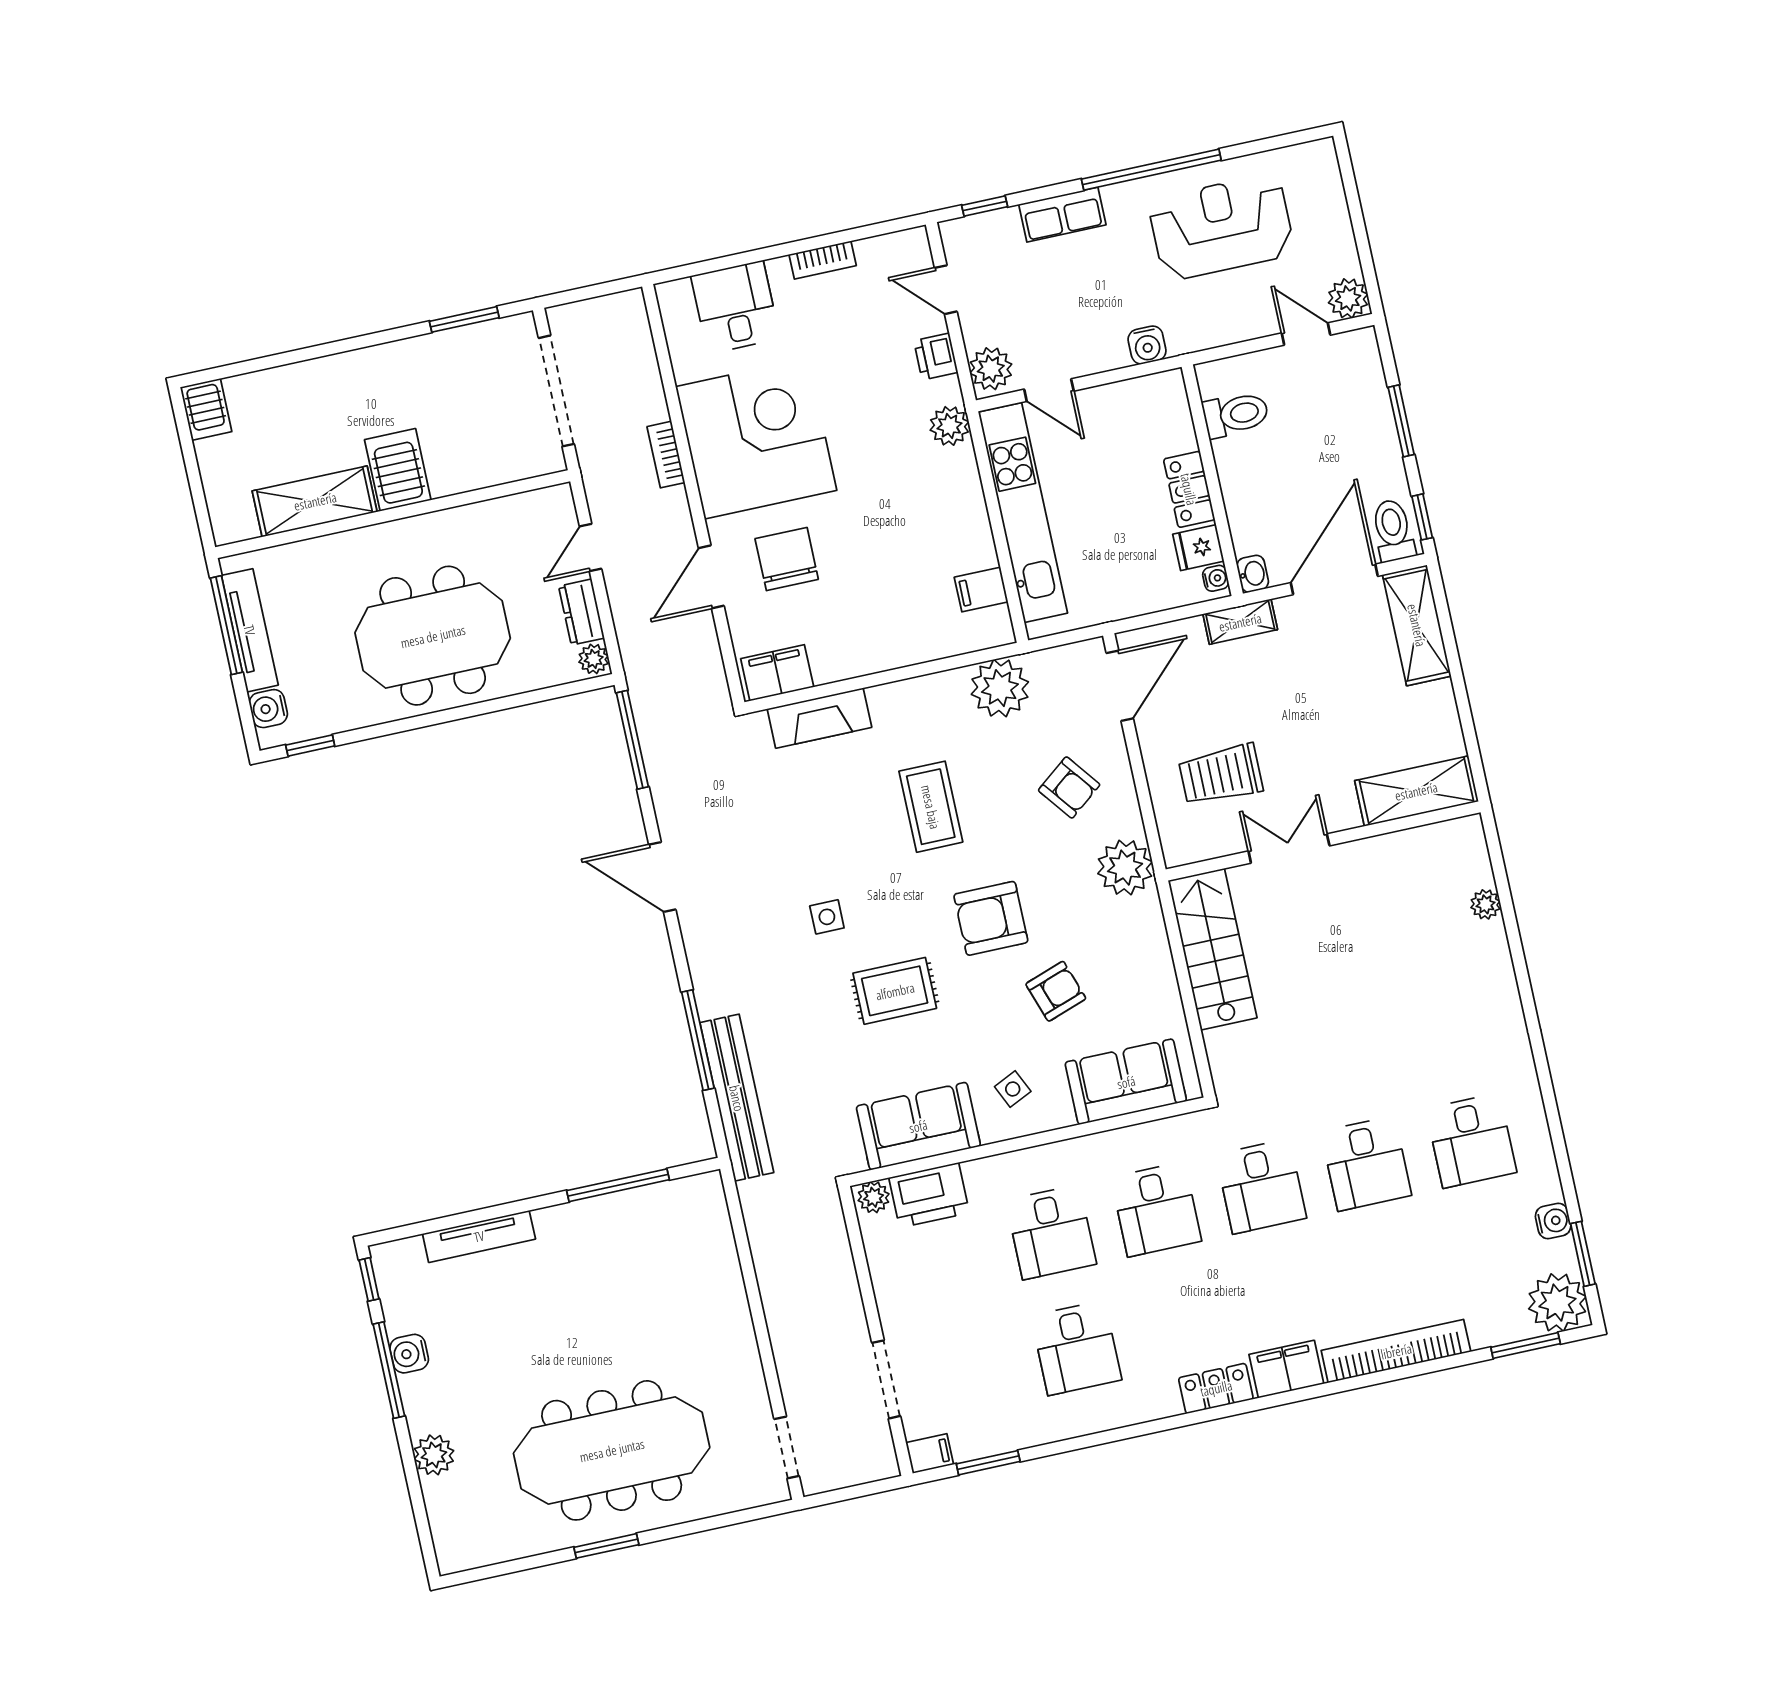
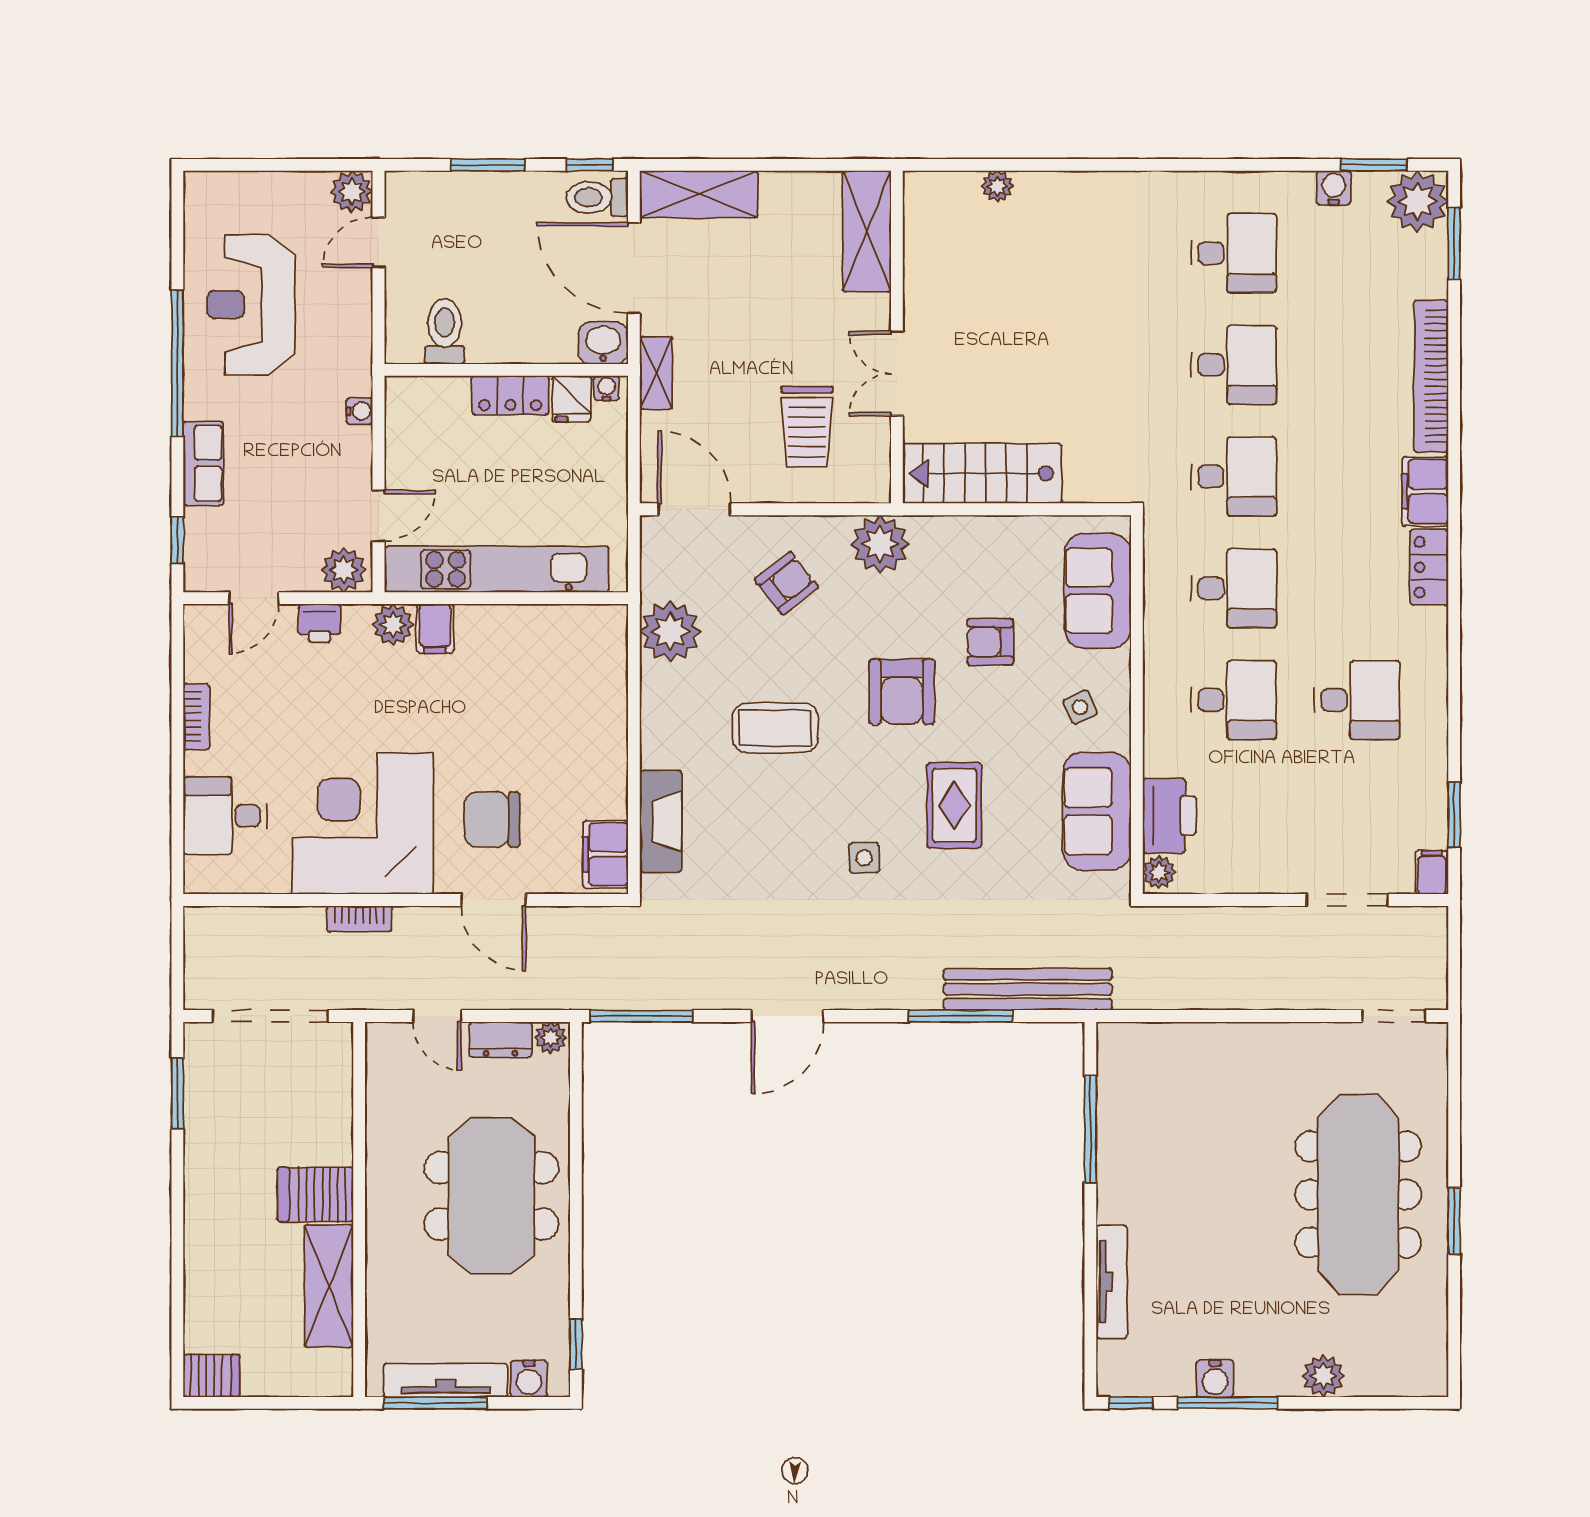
water cooler: (1147, 345) -> (359, 411), width x0.72, depth x0.72
washbasin: (1253, 574) -> (603, 343), width x1.38, depth x1.45
filing cabinet: (981, 590) -> (435, 629), moved
armchair: (1056, 991) -> (990, 642), turned -71

